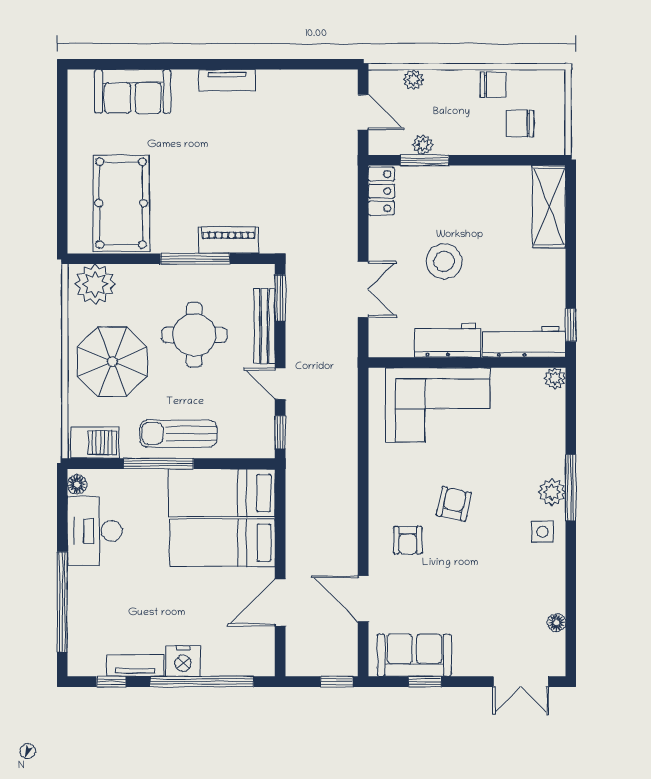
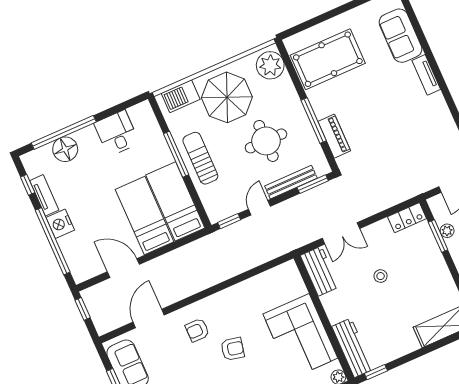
tv unit: (227, 80) -> (426, 75), moved
stool: (444, 261) -> (381, 276), width x0.53, depth x0.53
workbench: (448, 340) -> (320, 271), moved
corner sofa: (437, 405) -> (300, 336), moved
barbecue: (95, 443) -> (181, 96), moved, turned 90
floor lamp: (77, 485) -> (65, 149), moved, width x1.89, depth x1.89
desk: (95, 531) -> (117, 133), width x0.73
window: (337, 682) -> (83, 309), moved

